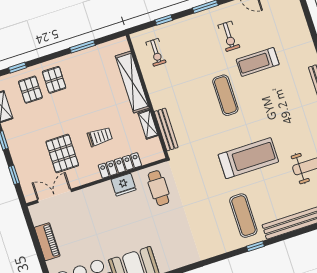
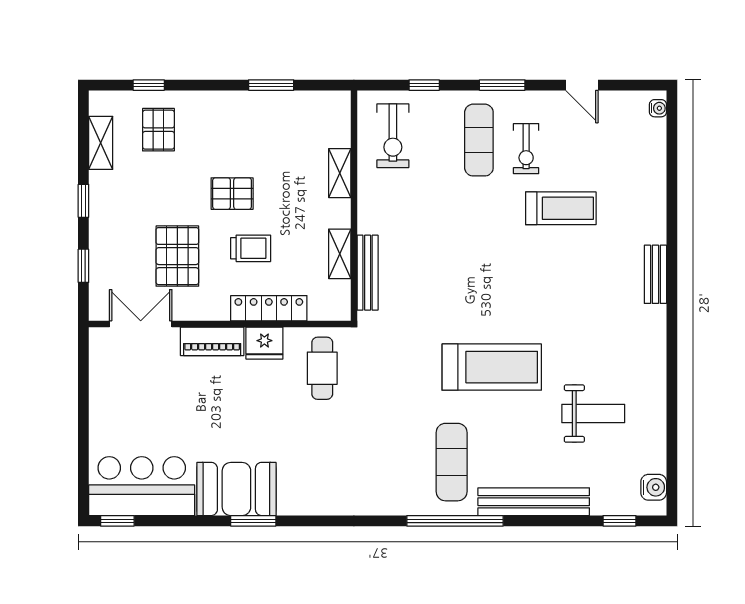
exercise bike: (156, 52) -> (393, 136), width x1.38, depth x1.39
treadmill: (258, 62) -> (561, 208), turned 180
pallet: (54, 80) -> (232, 194), moved, turned 90
shelving: (132, 82) -> (340, 173), width x0.45, depth x0.75
exercise mat: (225, 95) -> (479, 140), moved
piano: (47, 242) -> (212, 341), moved, turned 90
window: (255, 246) -> (455, 521), width x3.17

